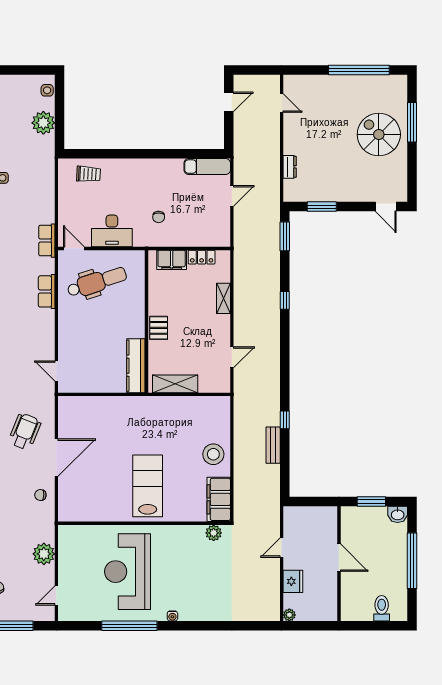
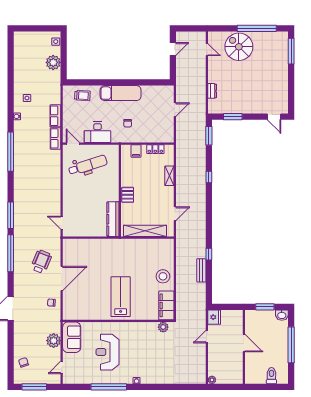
window: (412, 122) -> (291, 51), moved
spiral stairs: (379, 135) -> (239, 47), moved
exam couch: (207, 167) -> (121, 93), moved, width x1.36, depth x1.45
filing cabinet: (172, 260) -> (136, 151), width x0.50
row of seats: (47, 291) -> (55, 116), moved
shelving: (175, 384) -> (145, 231), width x1.47
sofa: (72, 549) -> (72, 337), added
reception desk: (127, 572) -> (108, 352), width x0.74, depth x0.77
fridge: (293, 581) -> (214, 317), moved

